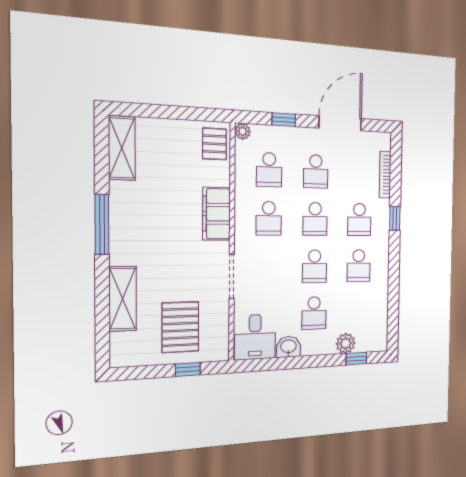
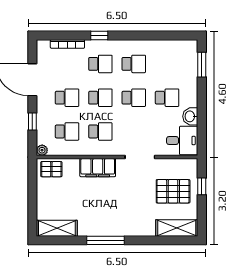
shelving: (123, 299) -> (177, 228), moved
plant: (346, 343) -> (190, 73), removed
window: (356, 359) -> (202, 65), width x1.50

